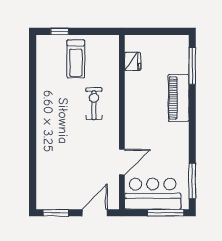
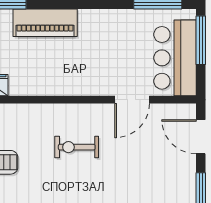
exercise bike: (94, 104) -> (77, 147), moved
door: (122, 162) -> (132, 100), swing flipped

